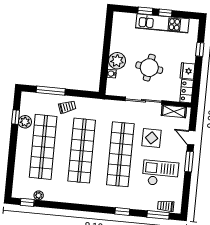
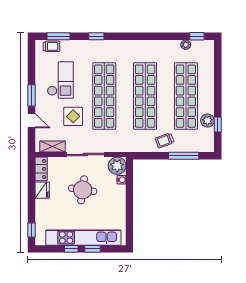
kitchen unit: (162, 23) -> (83, 238), width x1.36
window: (200, 49) -> (31, 230), moved
plant: (117, 61) -> (117, 166), moved
checkout: (160, 173) -> (60, 80), turned -90

